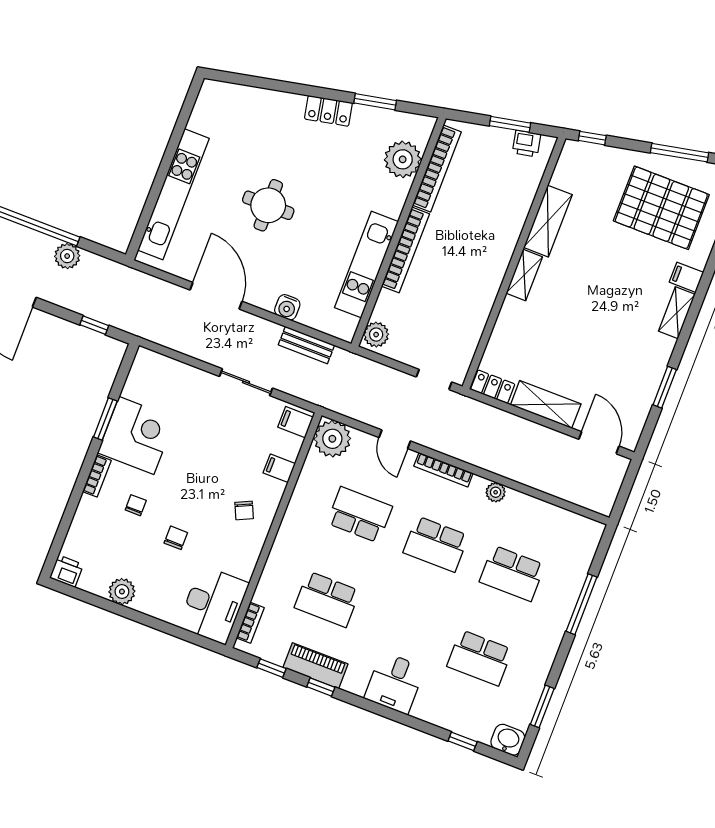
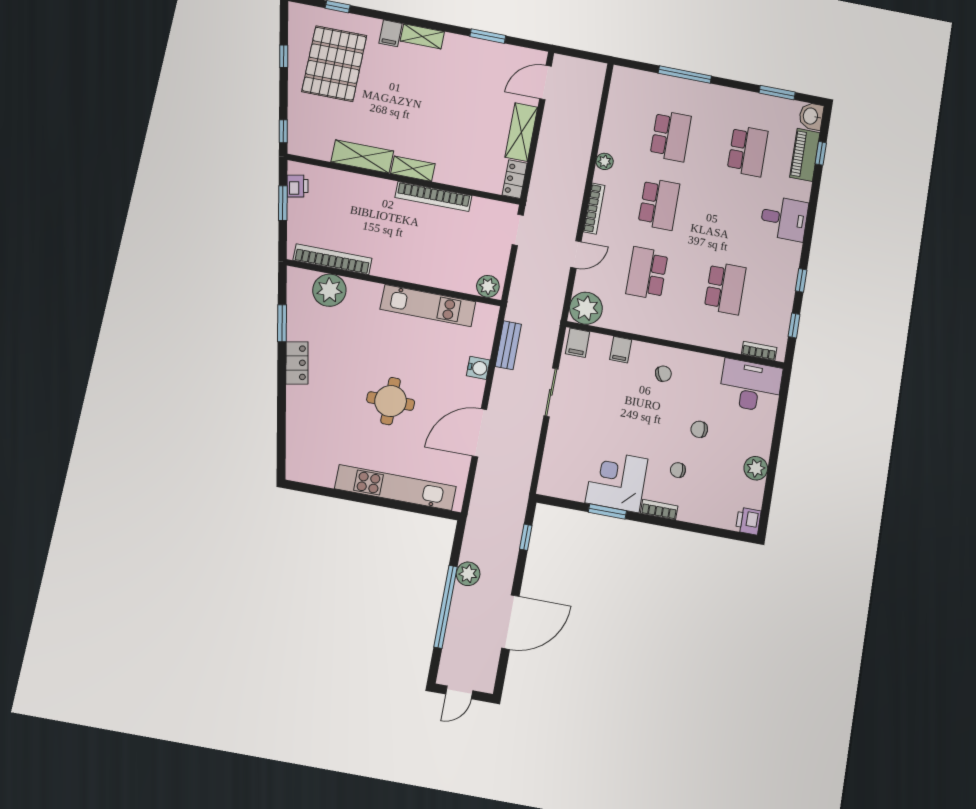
window: (679, 153) -> (284, 56), width x0.46
bookcase: (405, 250) -> (433, 196), moved, turned 180
piano: (316, 666) -> (805, 155), moved

